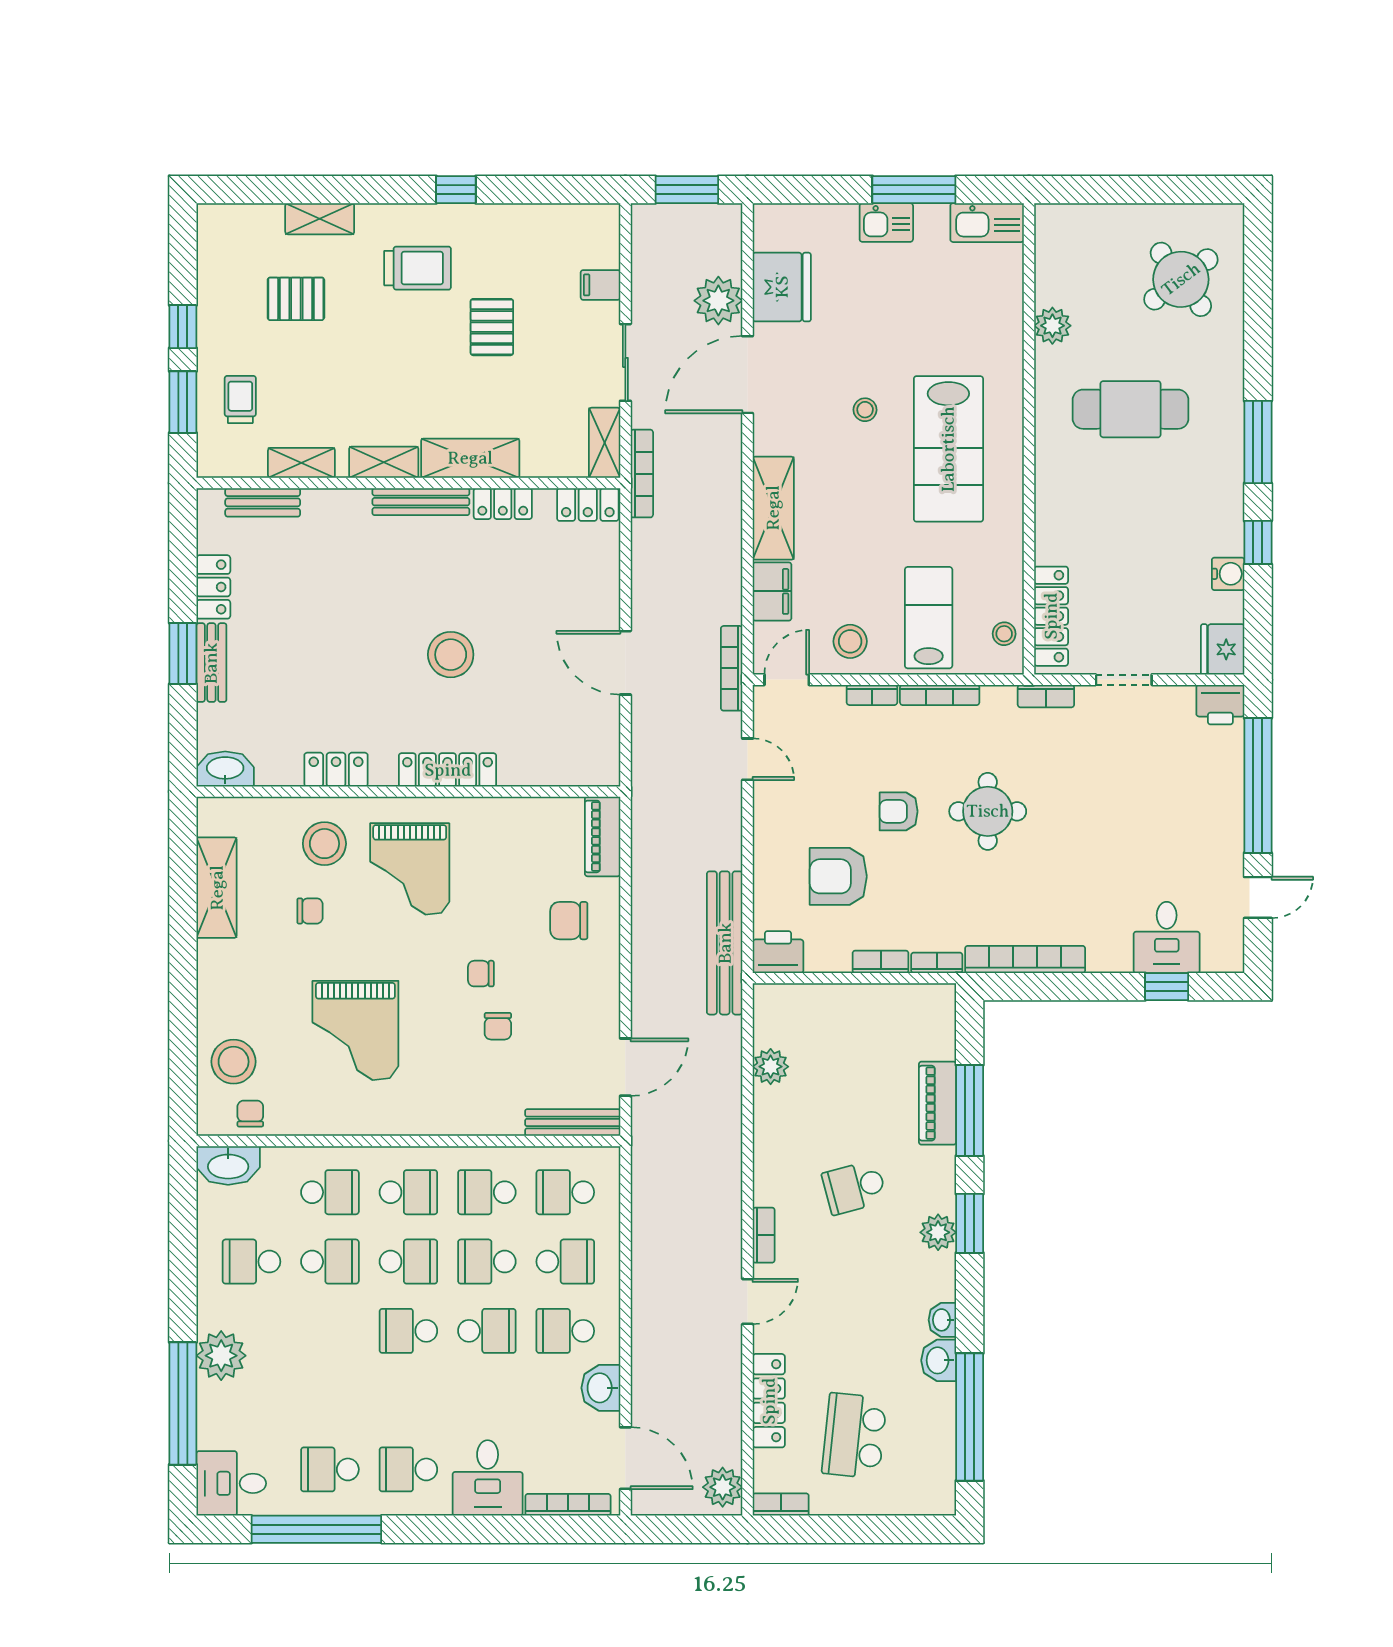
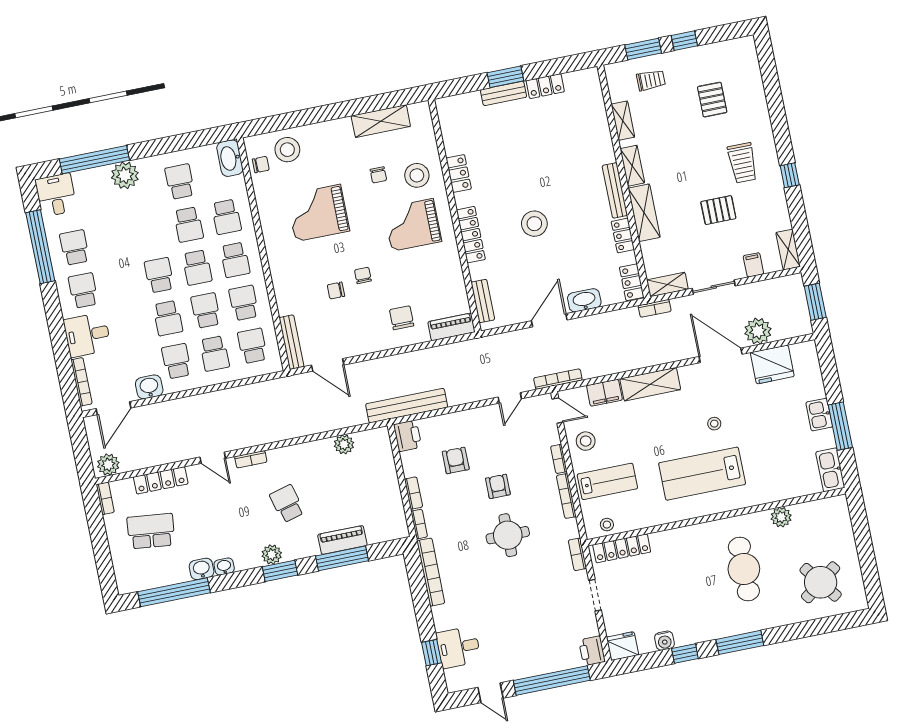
shelving: (320, 219) -> (788, 250), moved
bookcase: (642, 474) -> (655, 308), width x0.64
bench: (263, 502) -> (483, 301), moved
washbasin: (225, 769) -> (584, 300), moved, turned -90
armchair: (838, 876) -> (456, 460), width x0.72, depth x0.72

